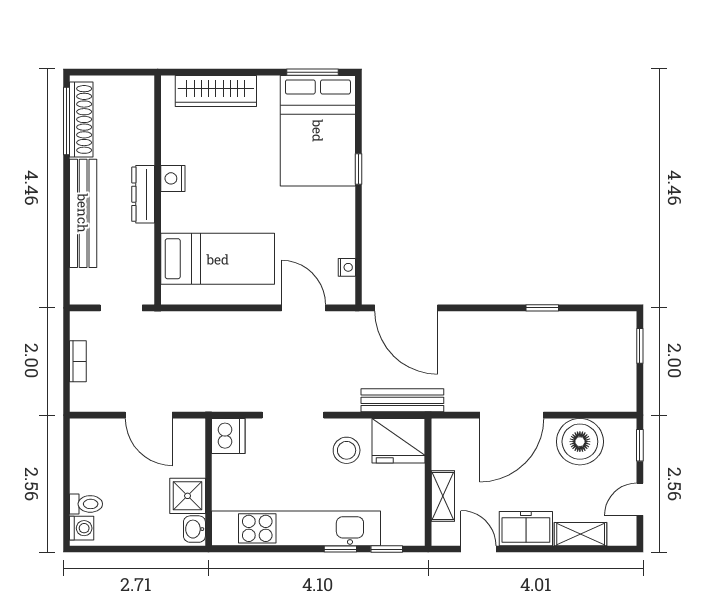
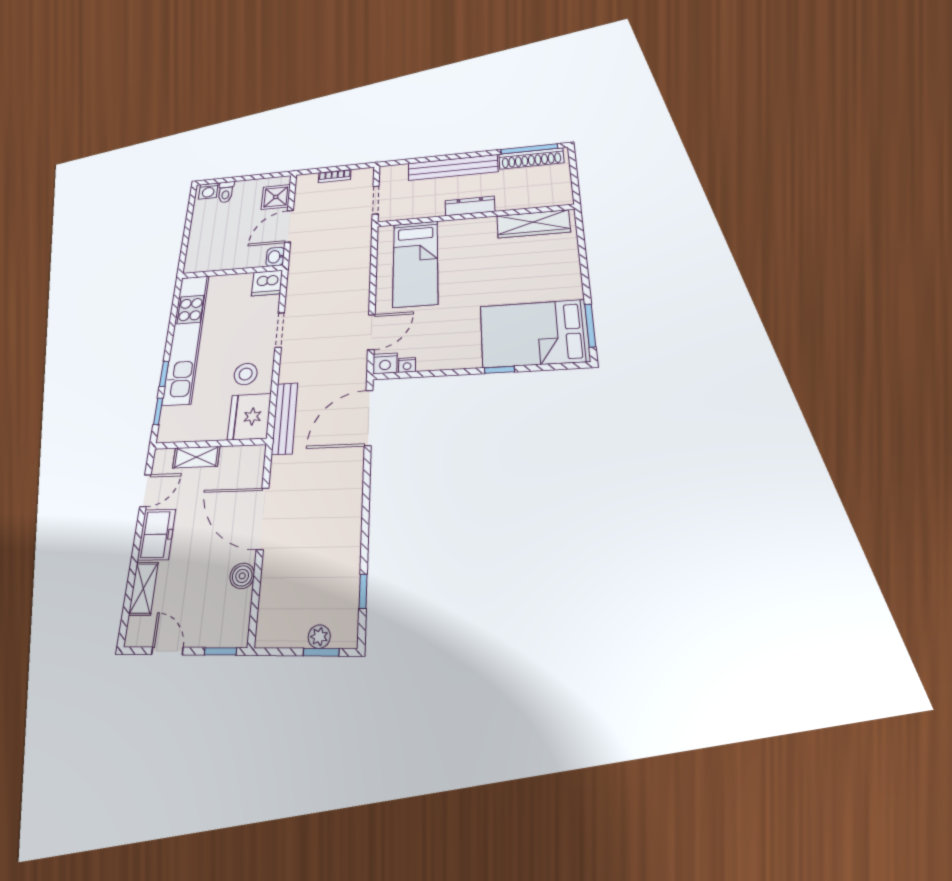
wardrobe: (216, 91) -> (533, 224), moved, turned -90
nightstand: (173, 178) -> (385, 363), moved, turned 180
window: (542, 308) -> (363, 591), moved
plant: (626, 349) -> (319, 637), added
doorway: (293, 415) -> (280, 330), width x0.73
boiler: (580, 442) -> (242, 576), width x0.54, depth x0.54
shower: (188, 496) -> (276, 197), moved
washbasin: (194, 529) -> (275, 257), moved, turned -90

